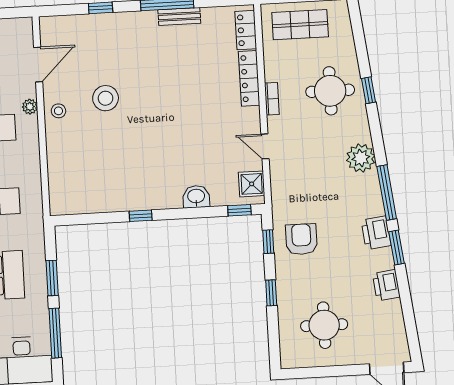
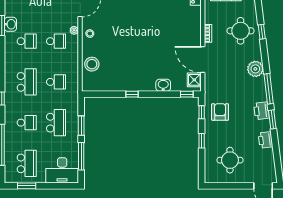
locker: (249, 78) -> (196, 21), removed
stool: (106, 98) -> (92, 64), moved
door: (265, 146) -> (203, 60), width x1.88

